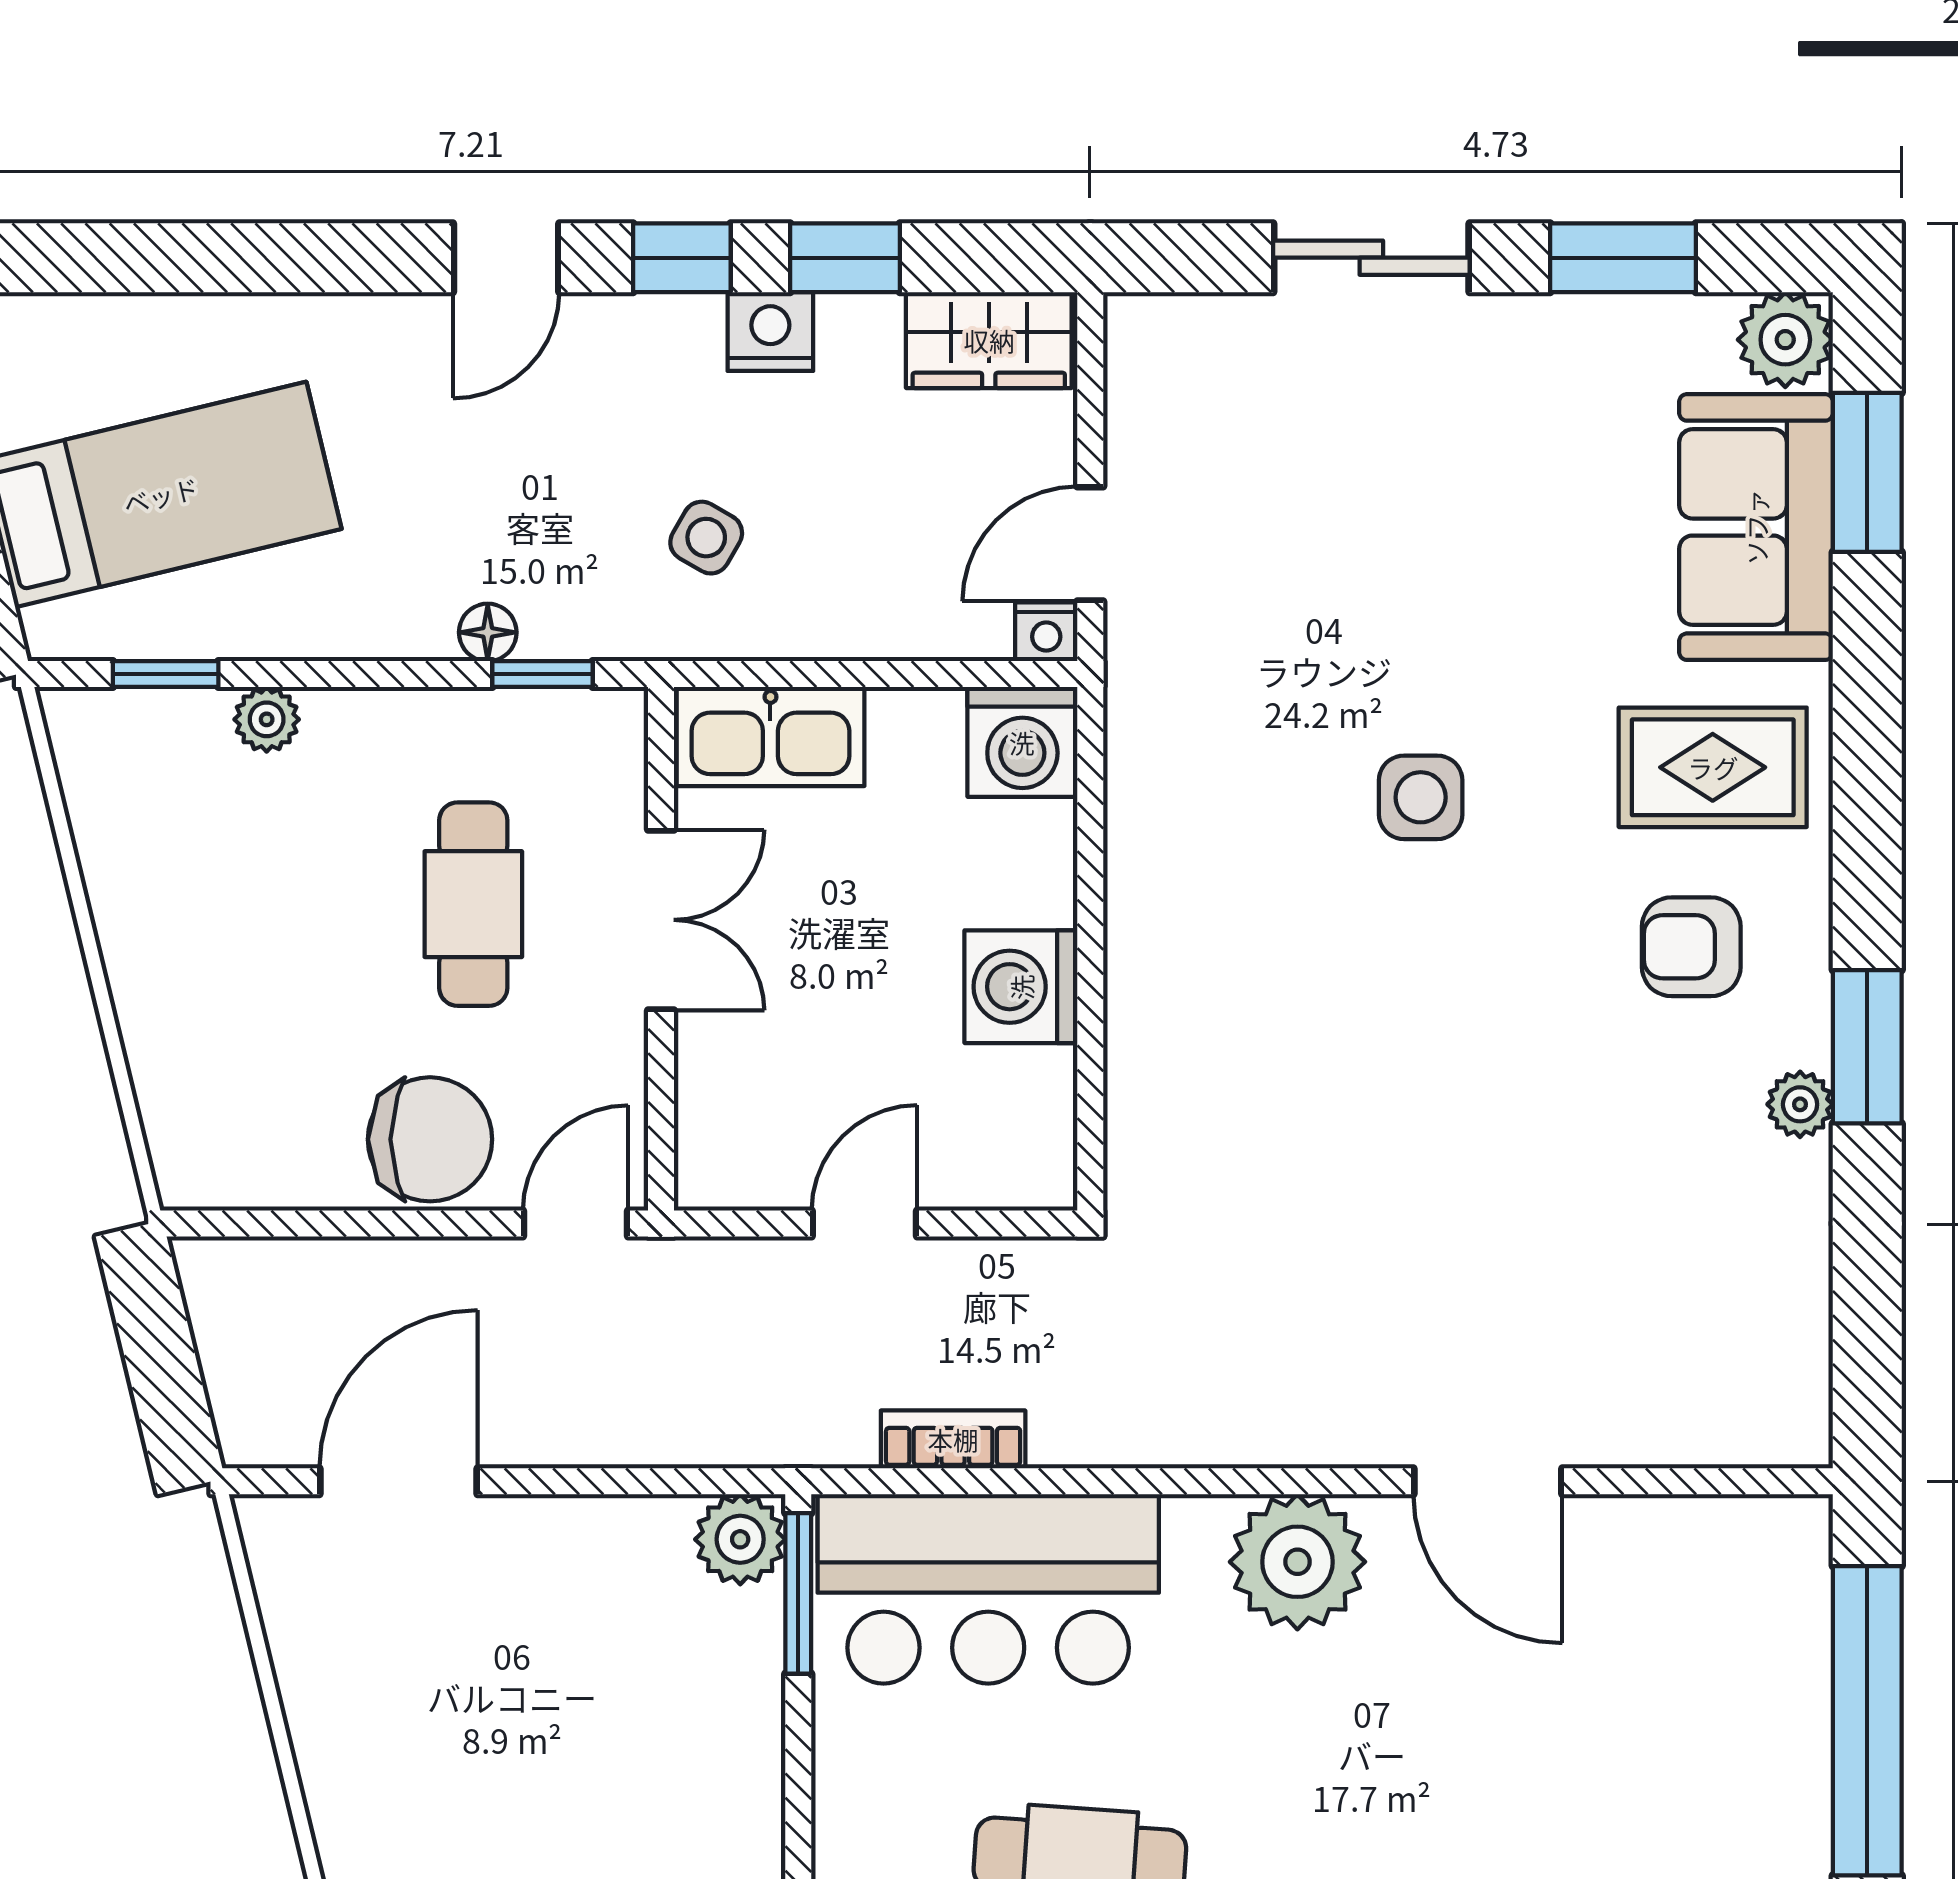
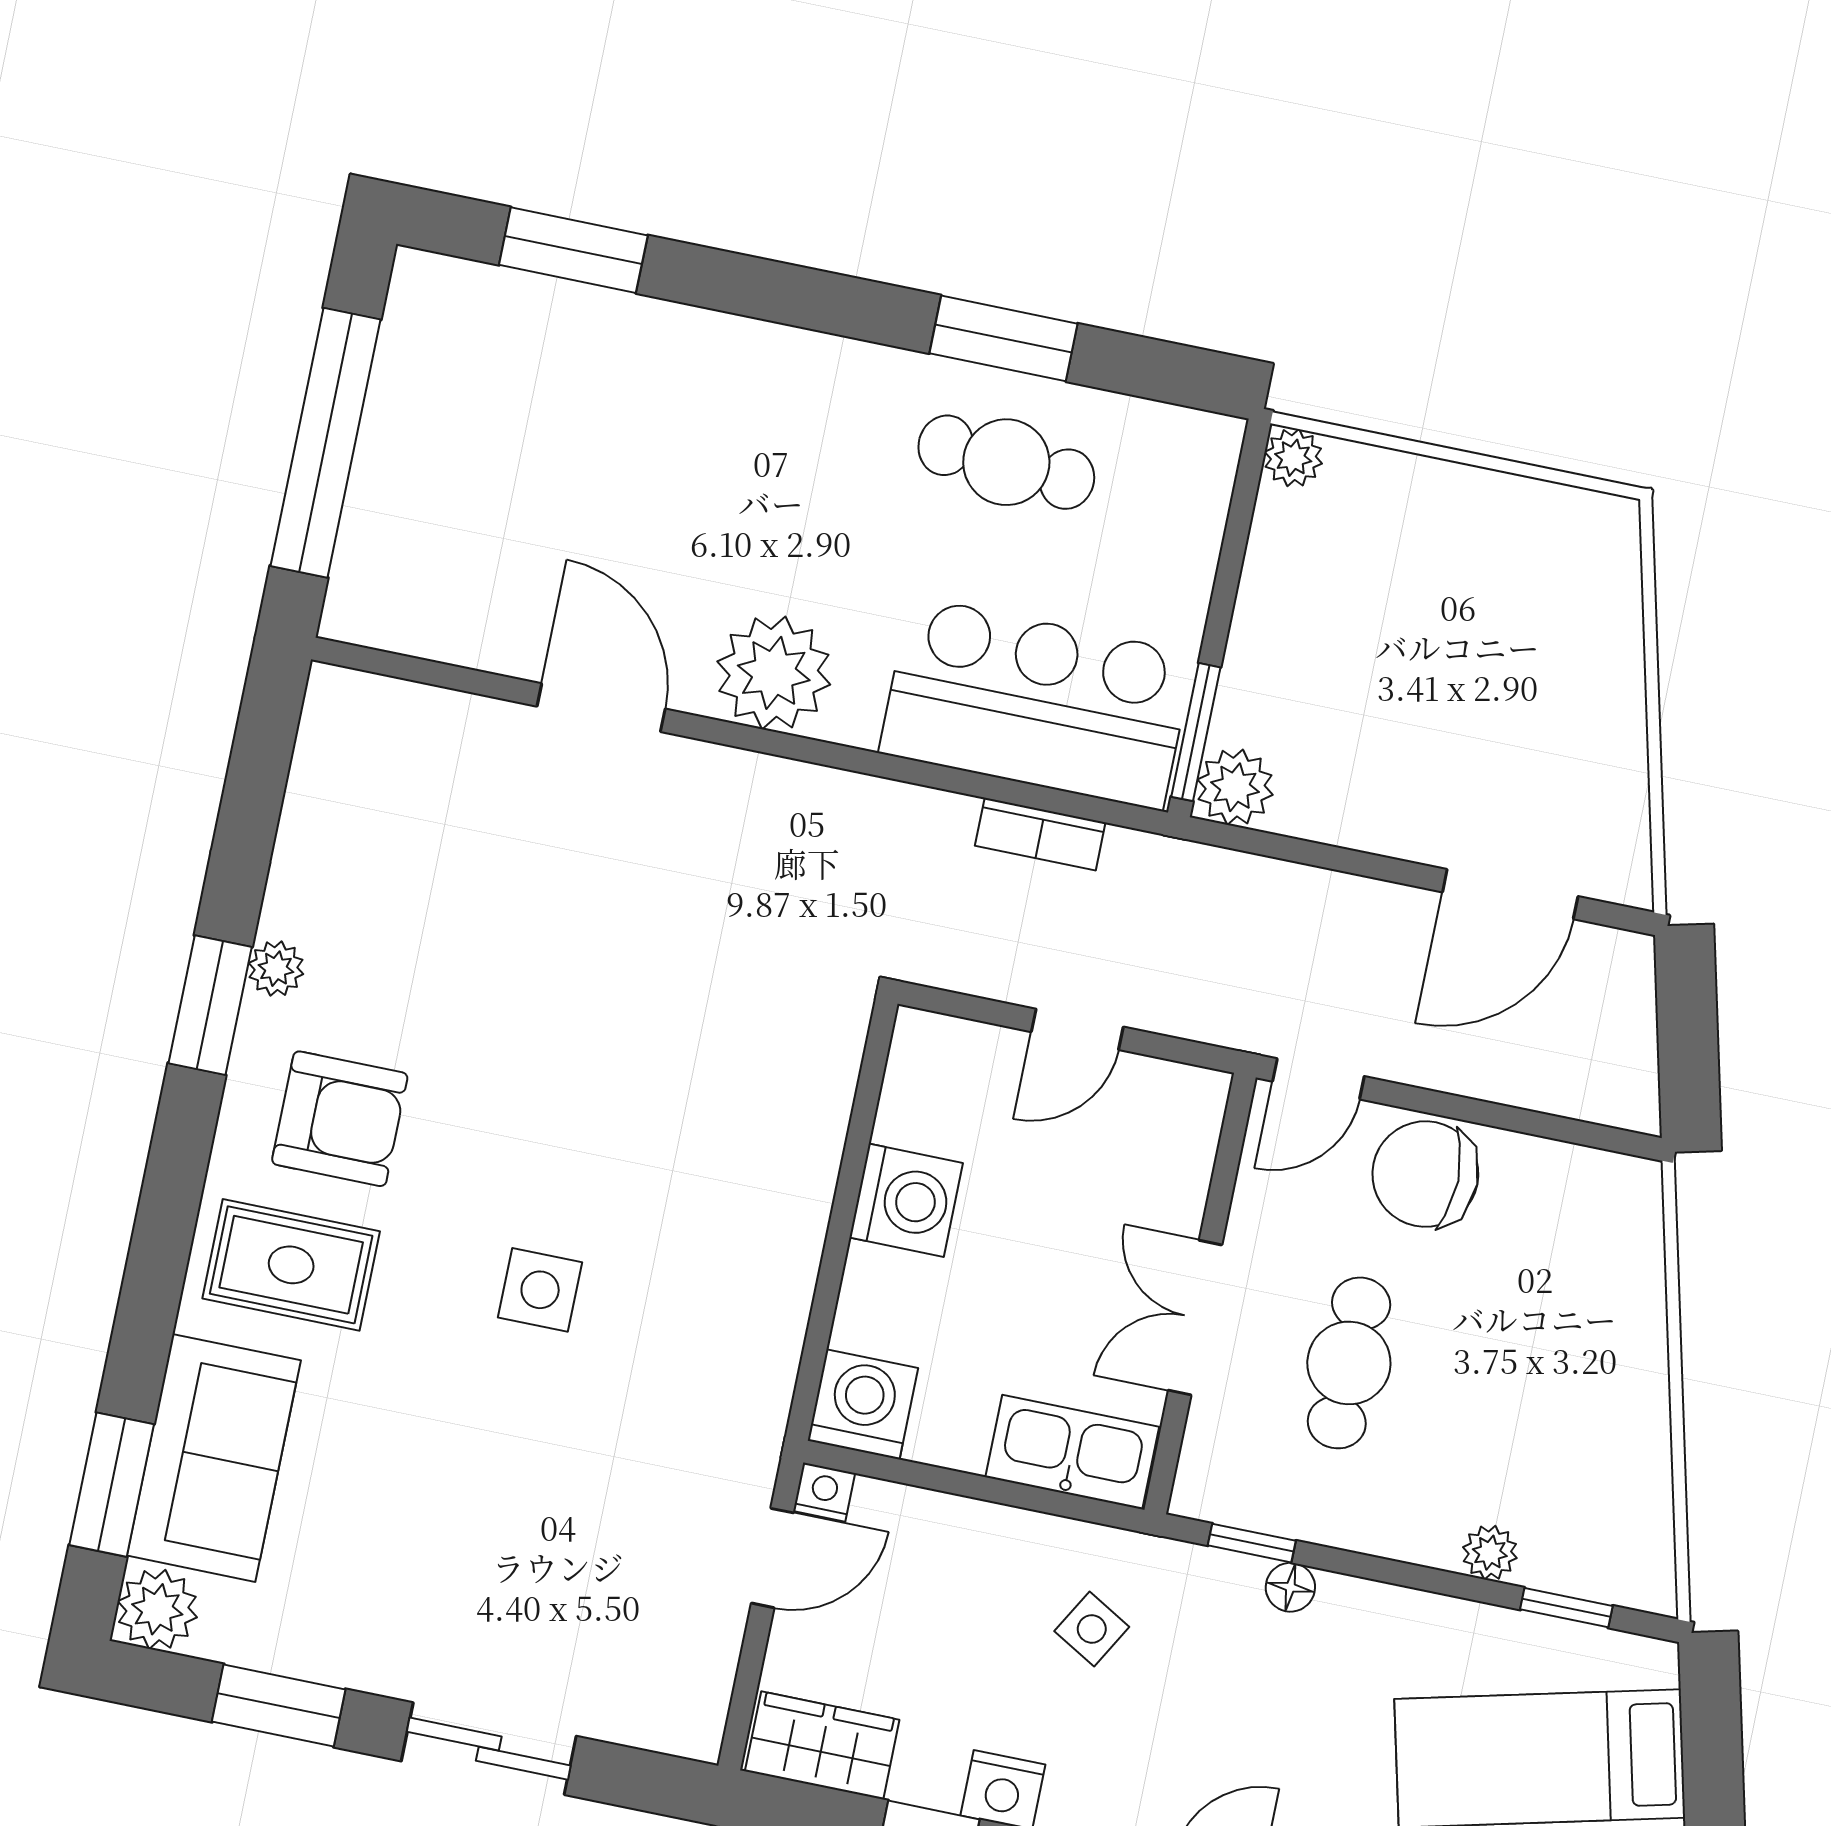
armchair: (1691, 947) -> (340, 1119), width x1.38, depth x1.38

